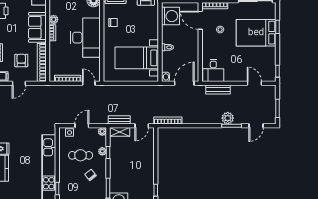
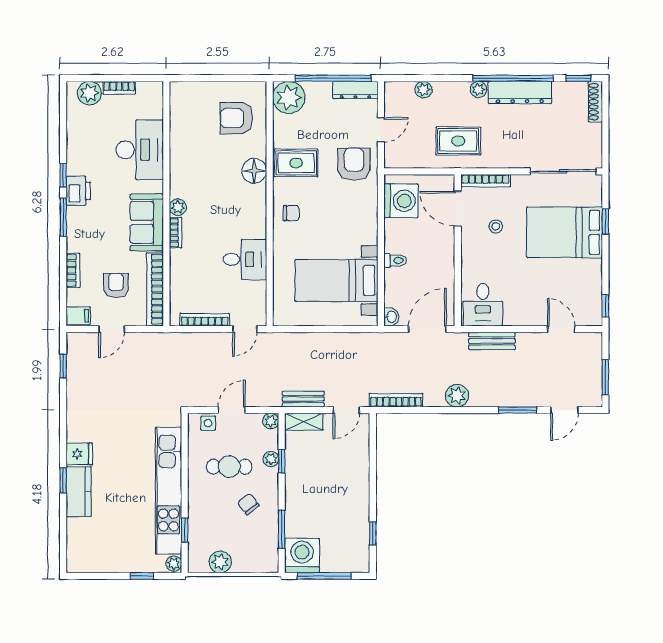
desk: (85, 38) -> (245, 259), width x0.53, depth x0.77
door: (89, 83) -> (245, 329), swing flipped
plant: (228, 118) -> (457, 396), moved

